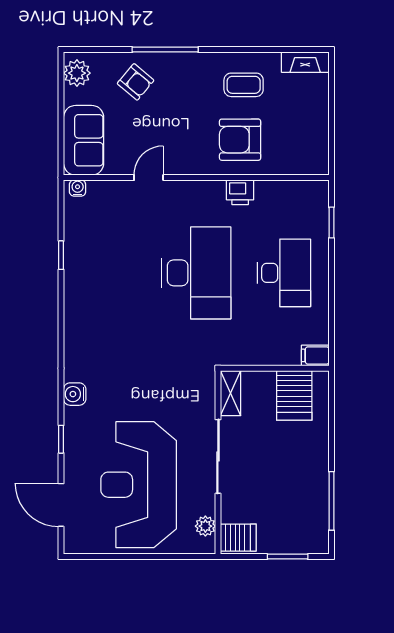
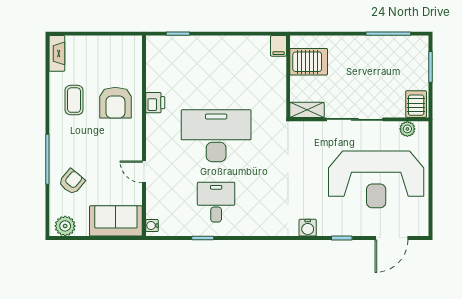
desk: (284, 273) -> (216, 202), moved, width x0.73

